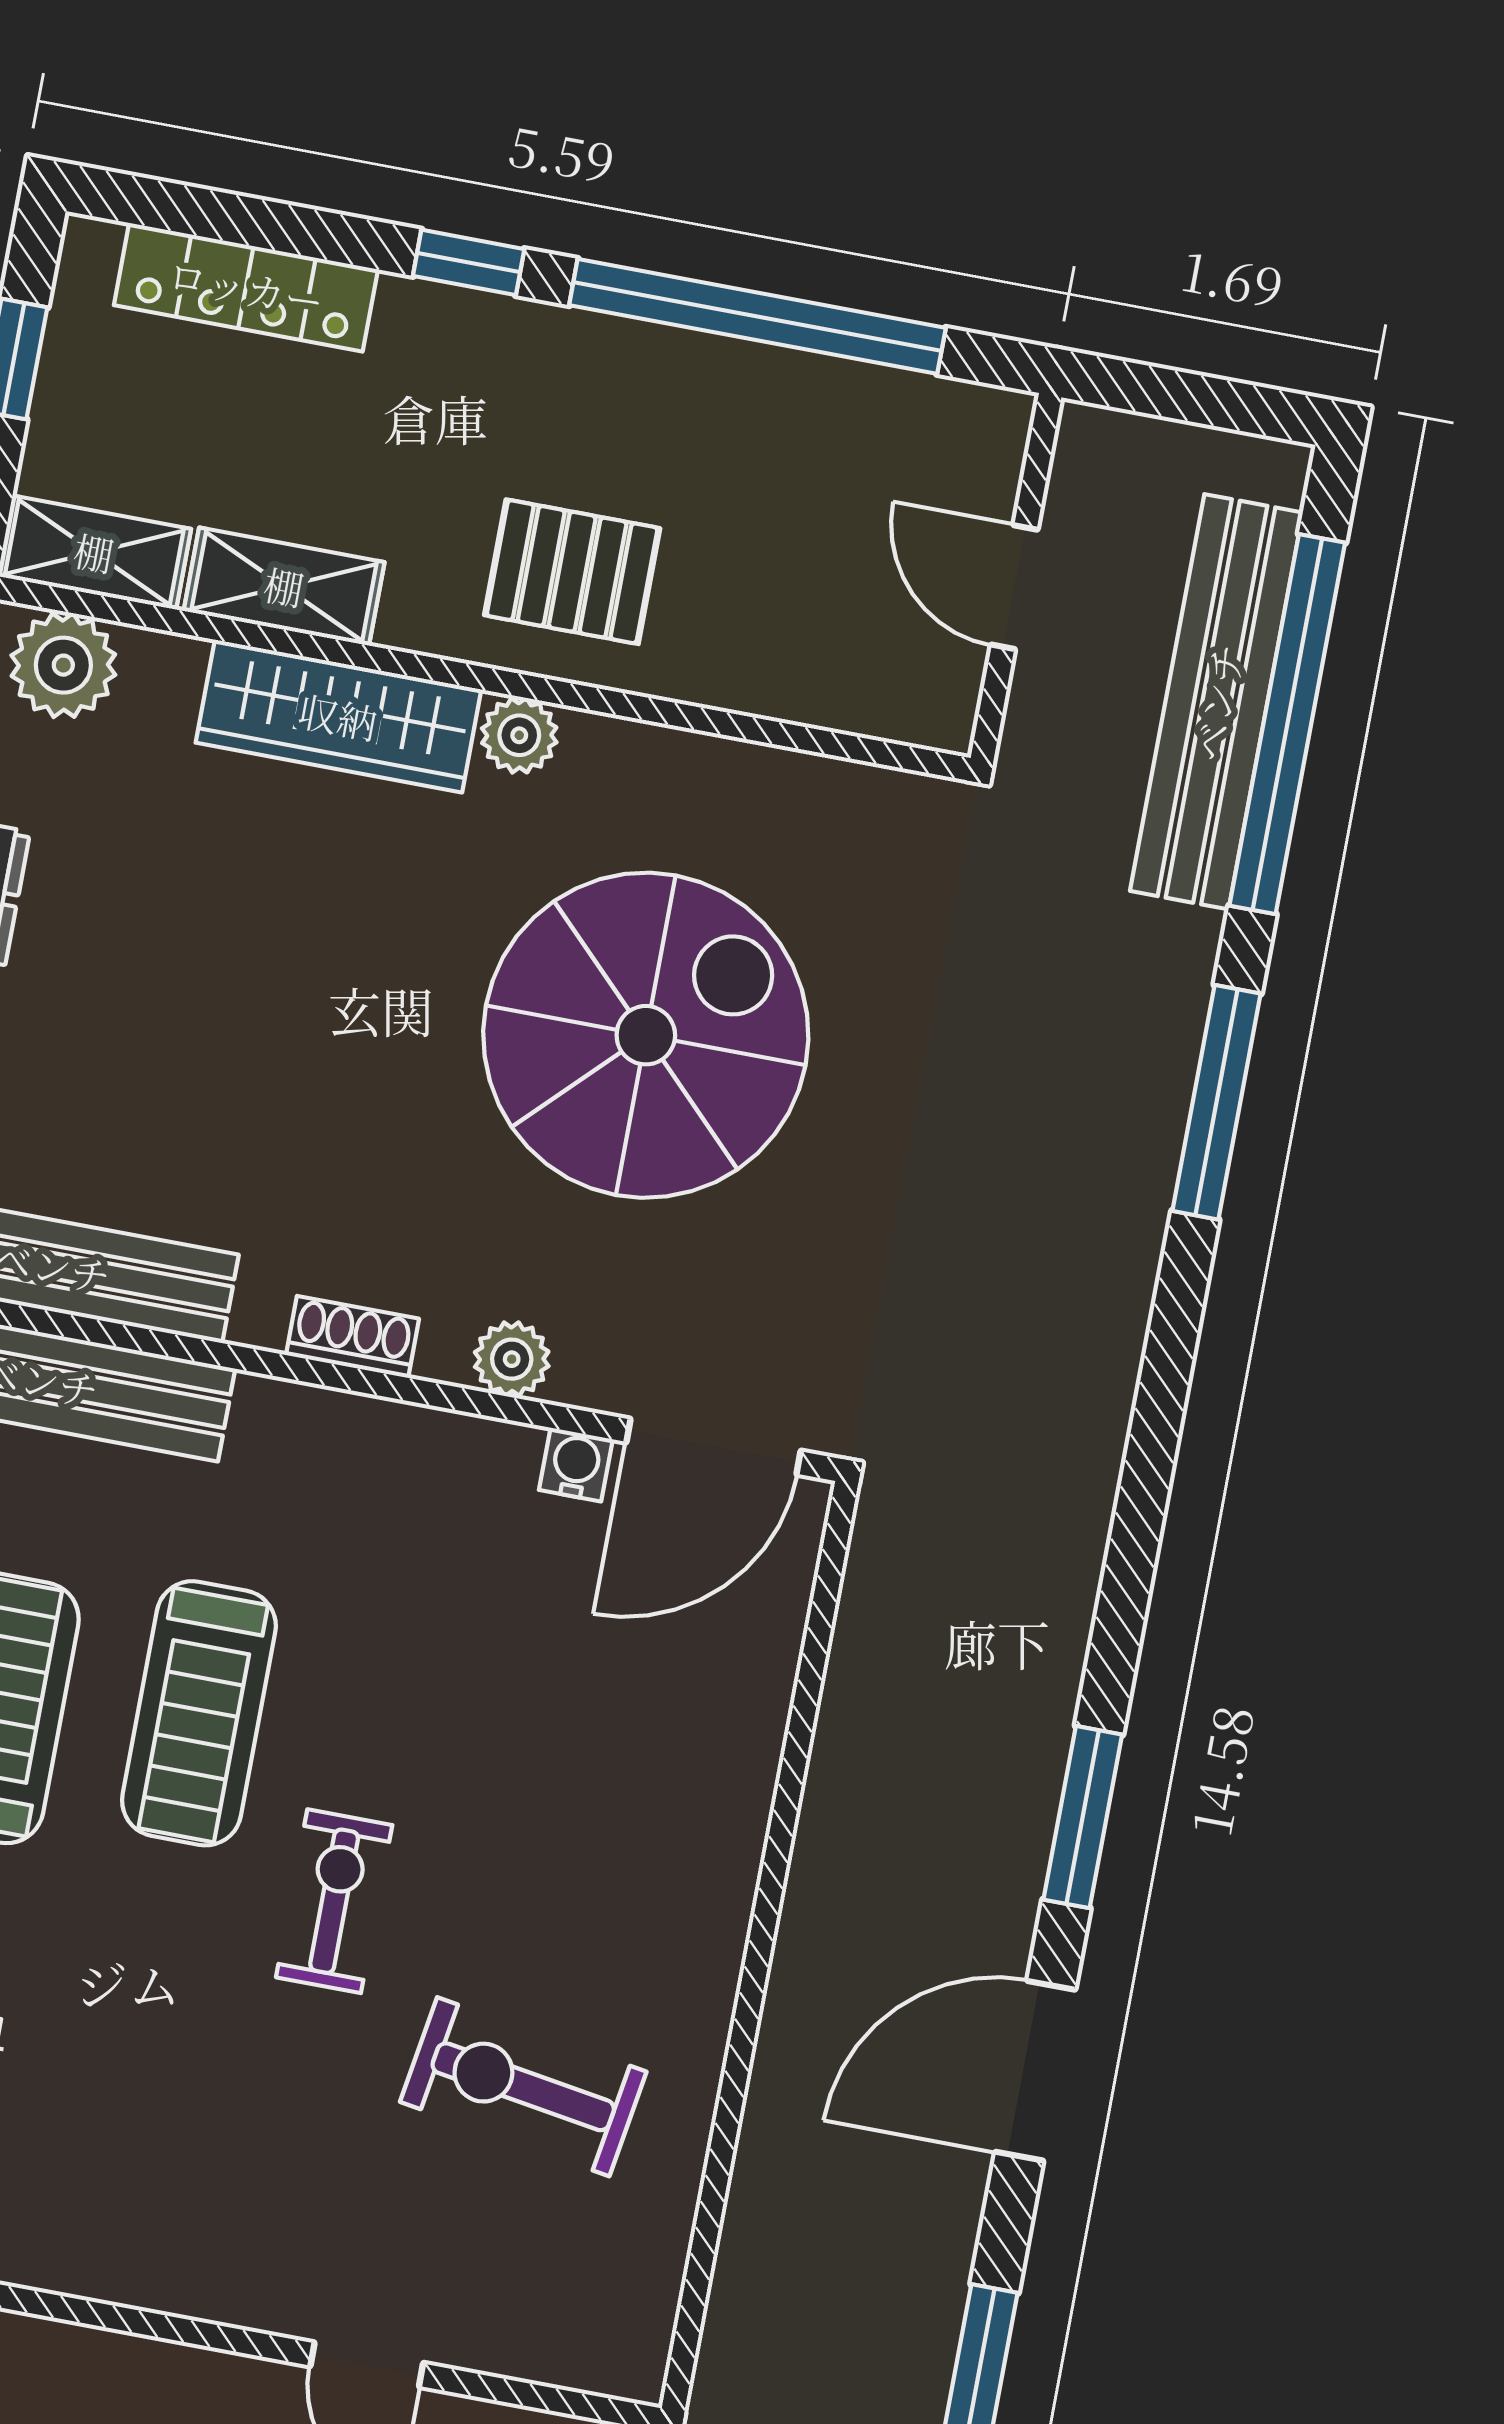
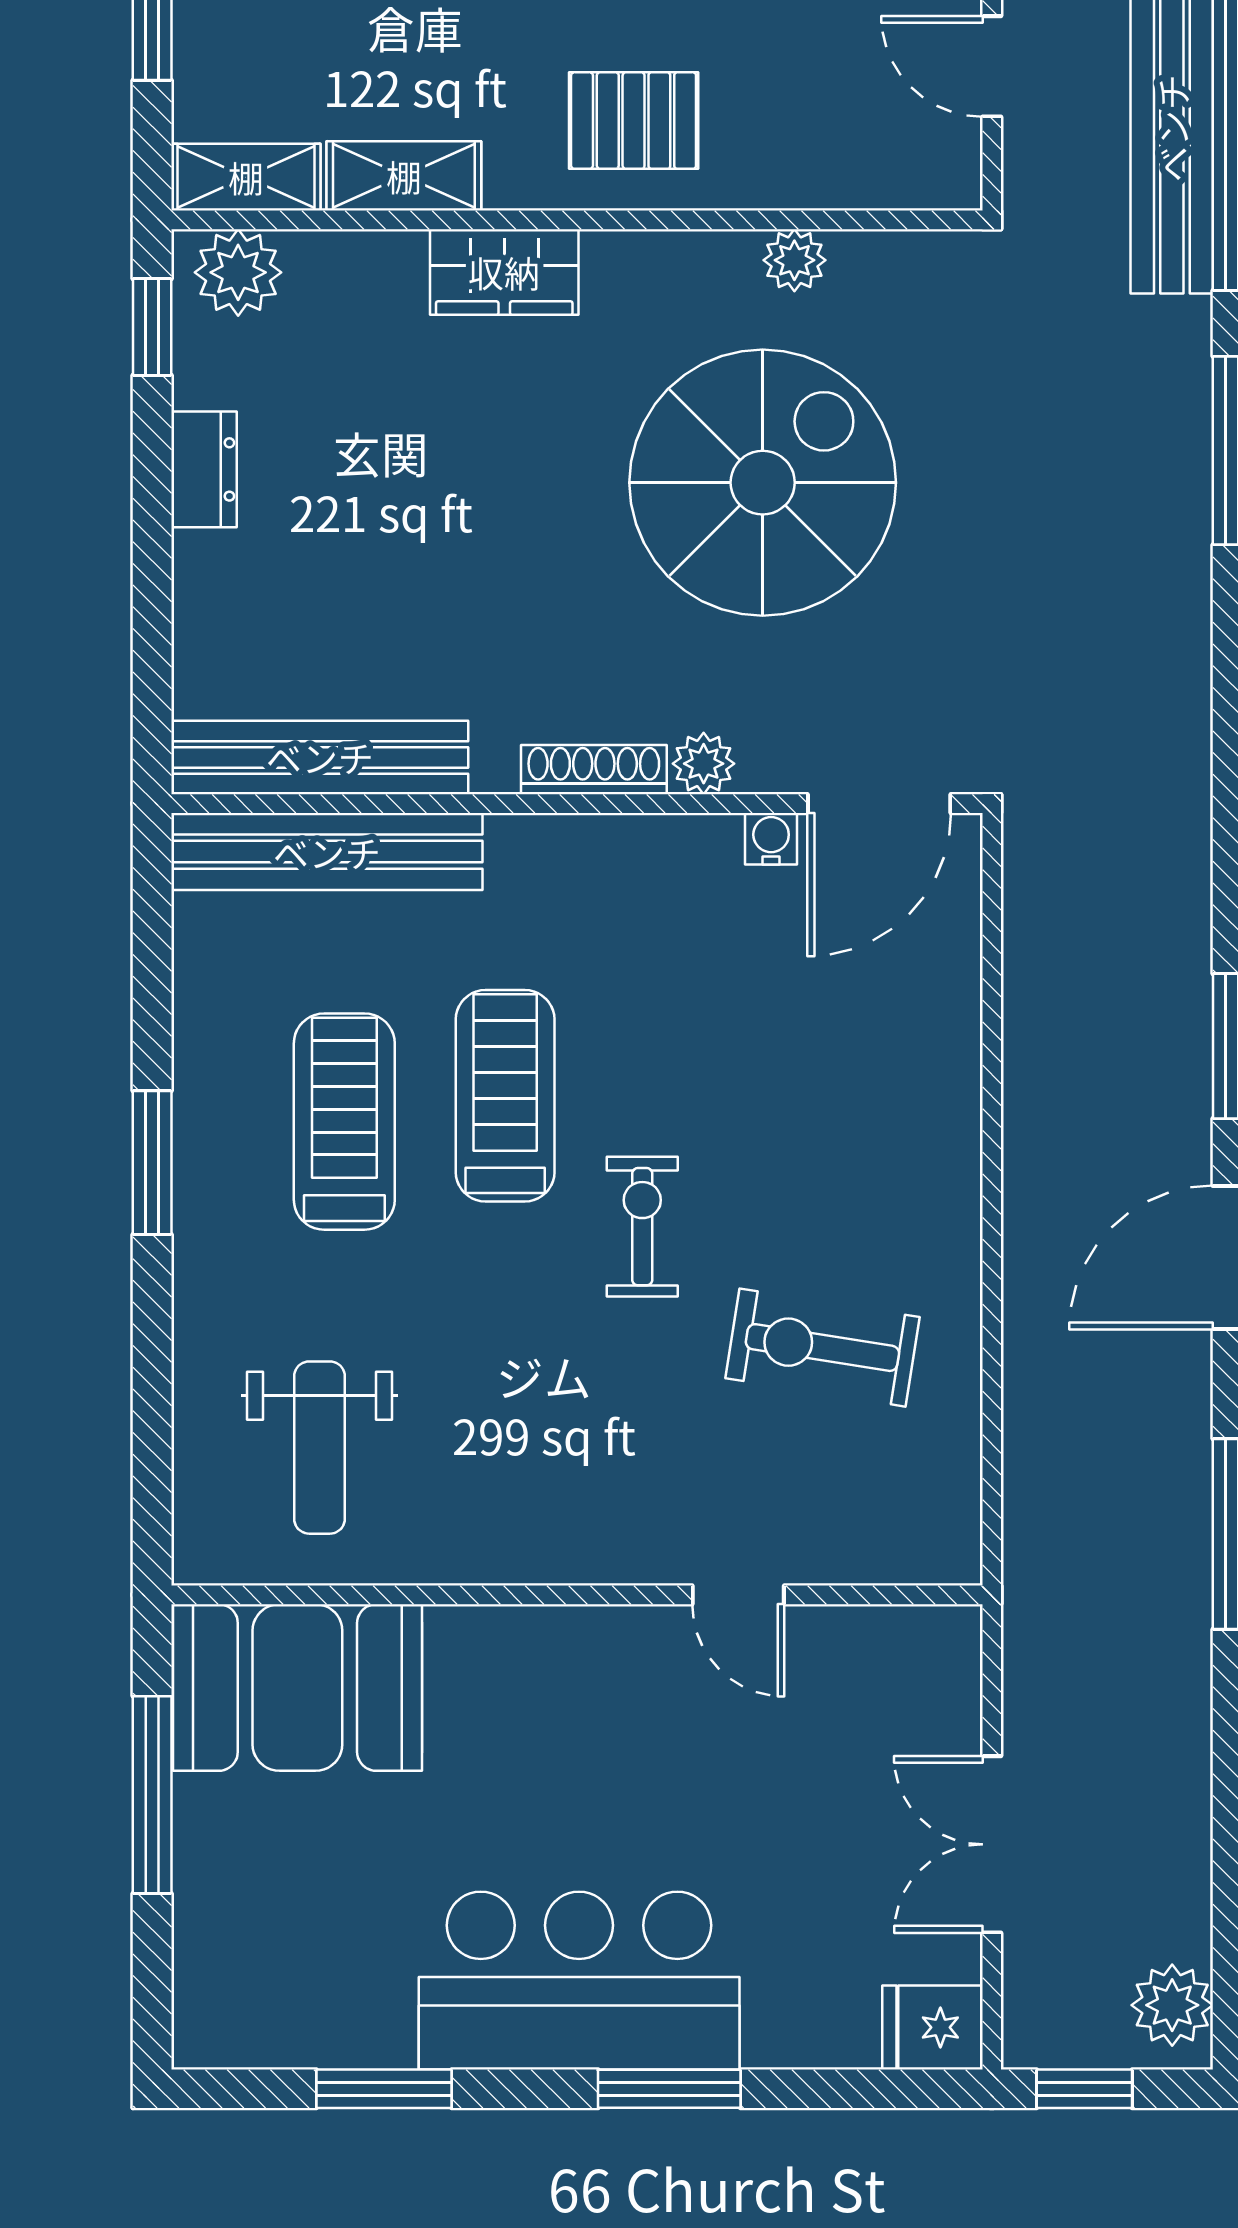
wardrobe: (338, 716) -> (504, 272), width x0.67
plant: (519, 735) -> (794, 260), moved
shoe rack: (352, 1337) -> (594, 770), width x1.43
treadmill: (199, 1713) -> (505, 1096), turned 180

